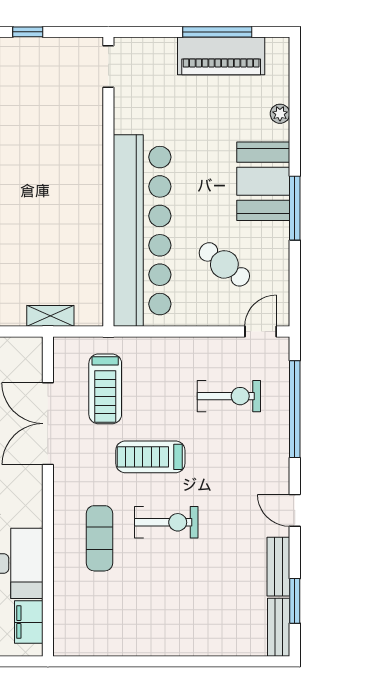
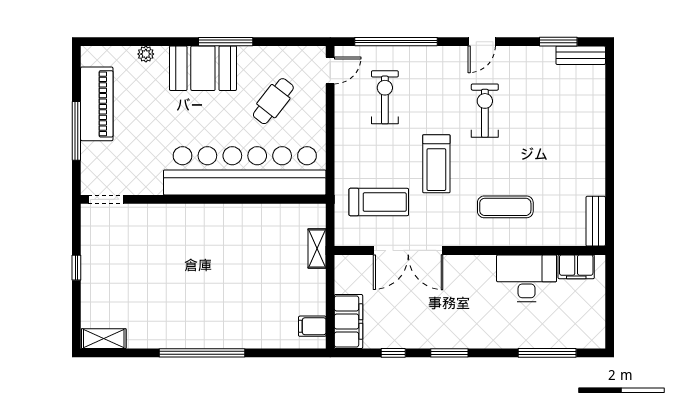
window: (217, 32) -> (76, 131), moved
door: (261, 332) -> (330, 70), swing flipped
exercise bike: (166, 522) -> (485, 111), moved
bench: (278, 567) -> (596, 221), moved, turned 90

